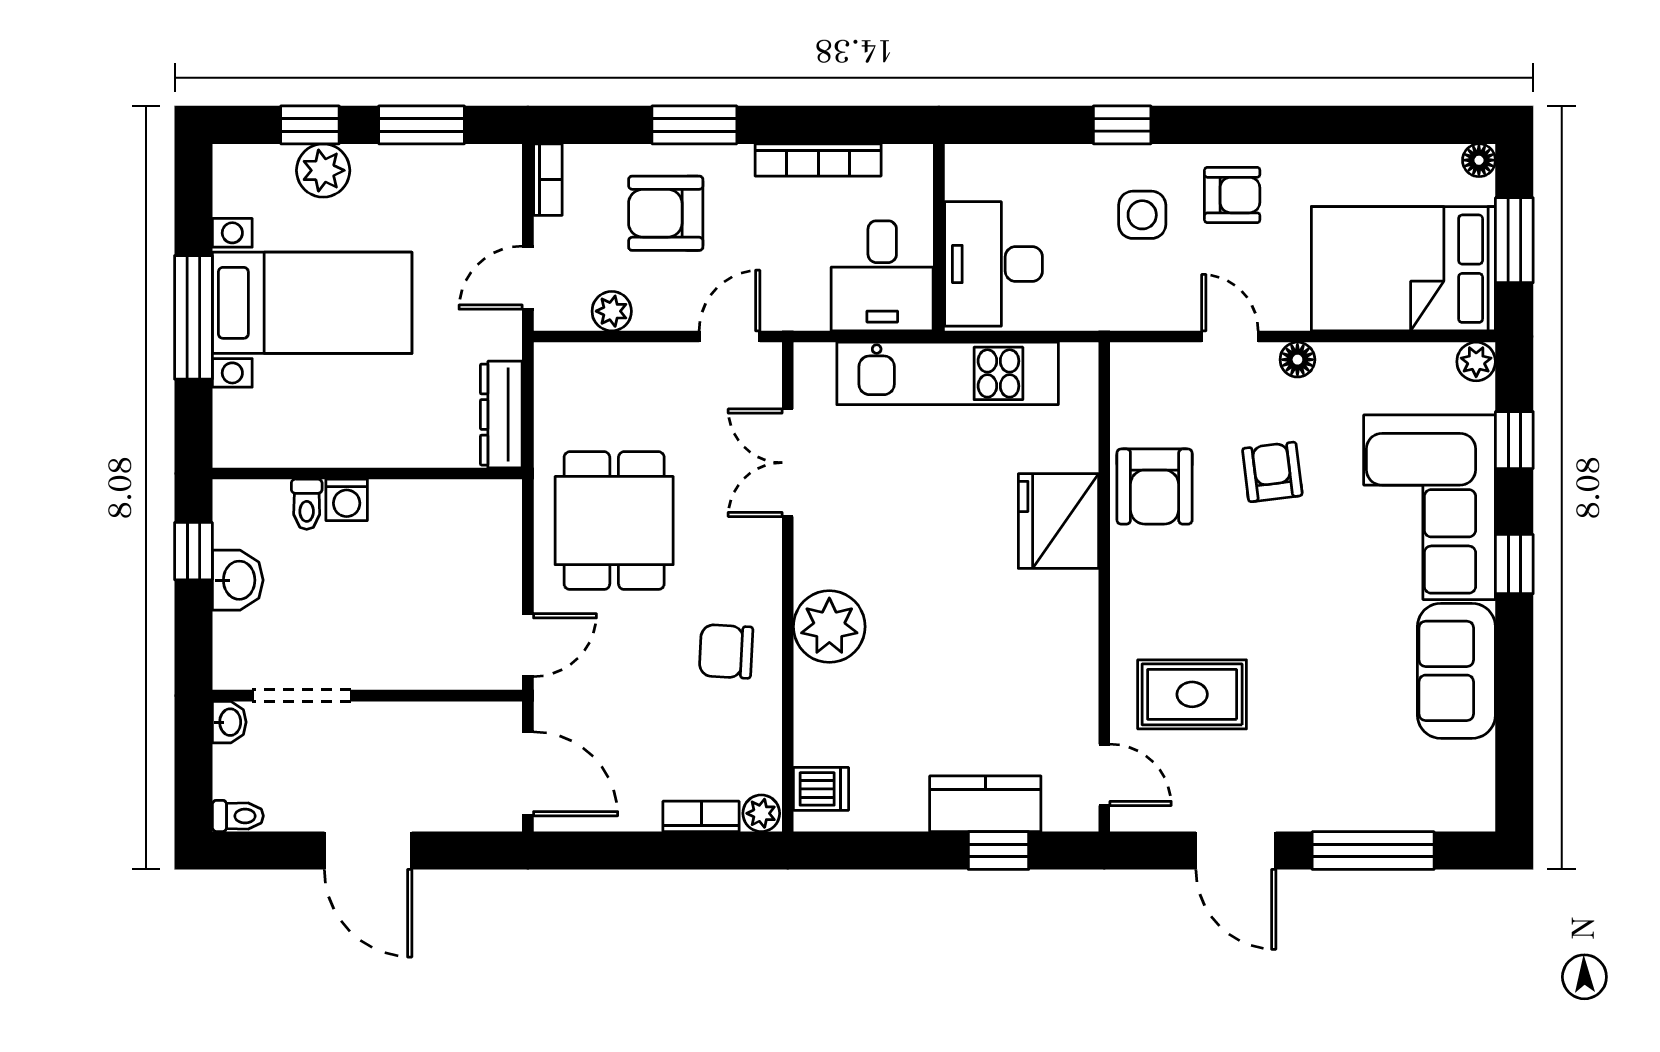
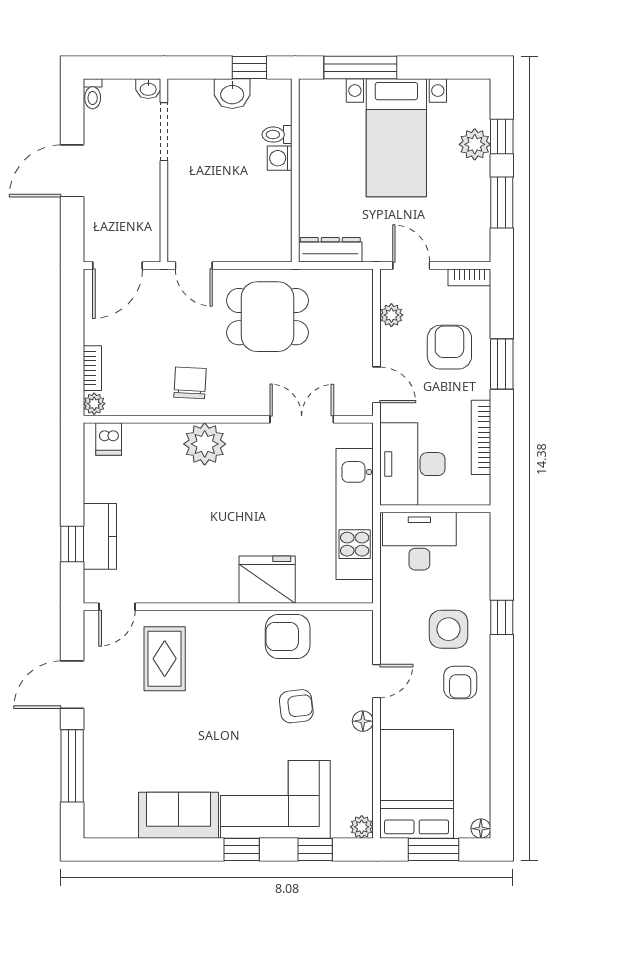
side table: (1142, 215) -> (448, 629), width x1.37, depth x1.37
desk: (882, 276) -> (412, 464), width x1.37
window: (193, 317) -> (360, 68), moved

